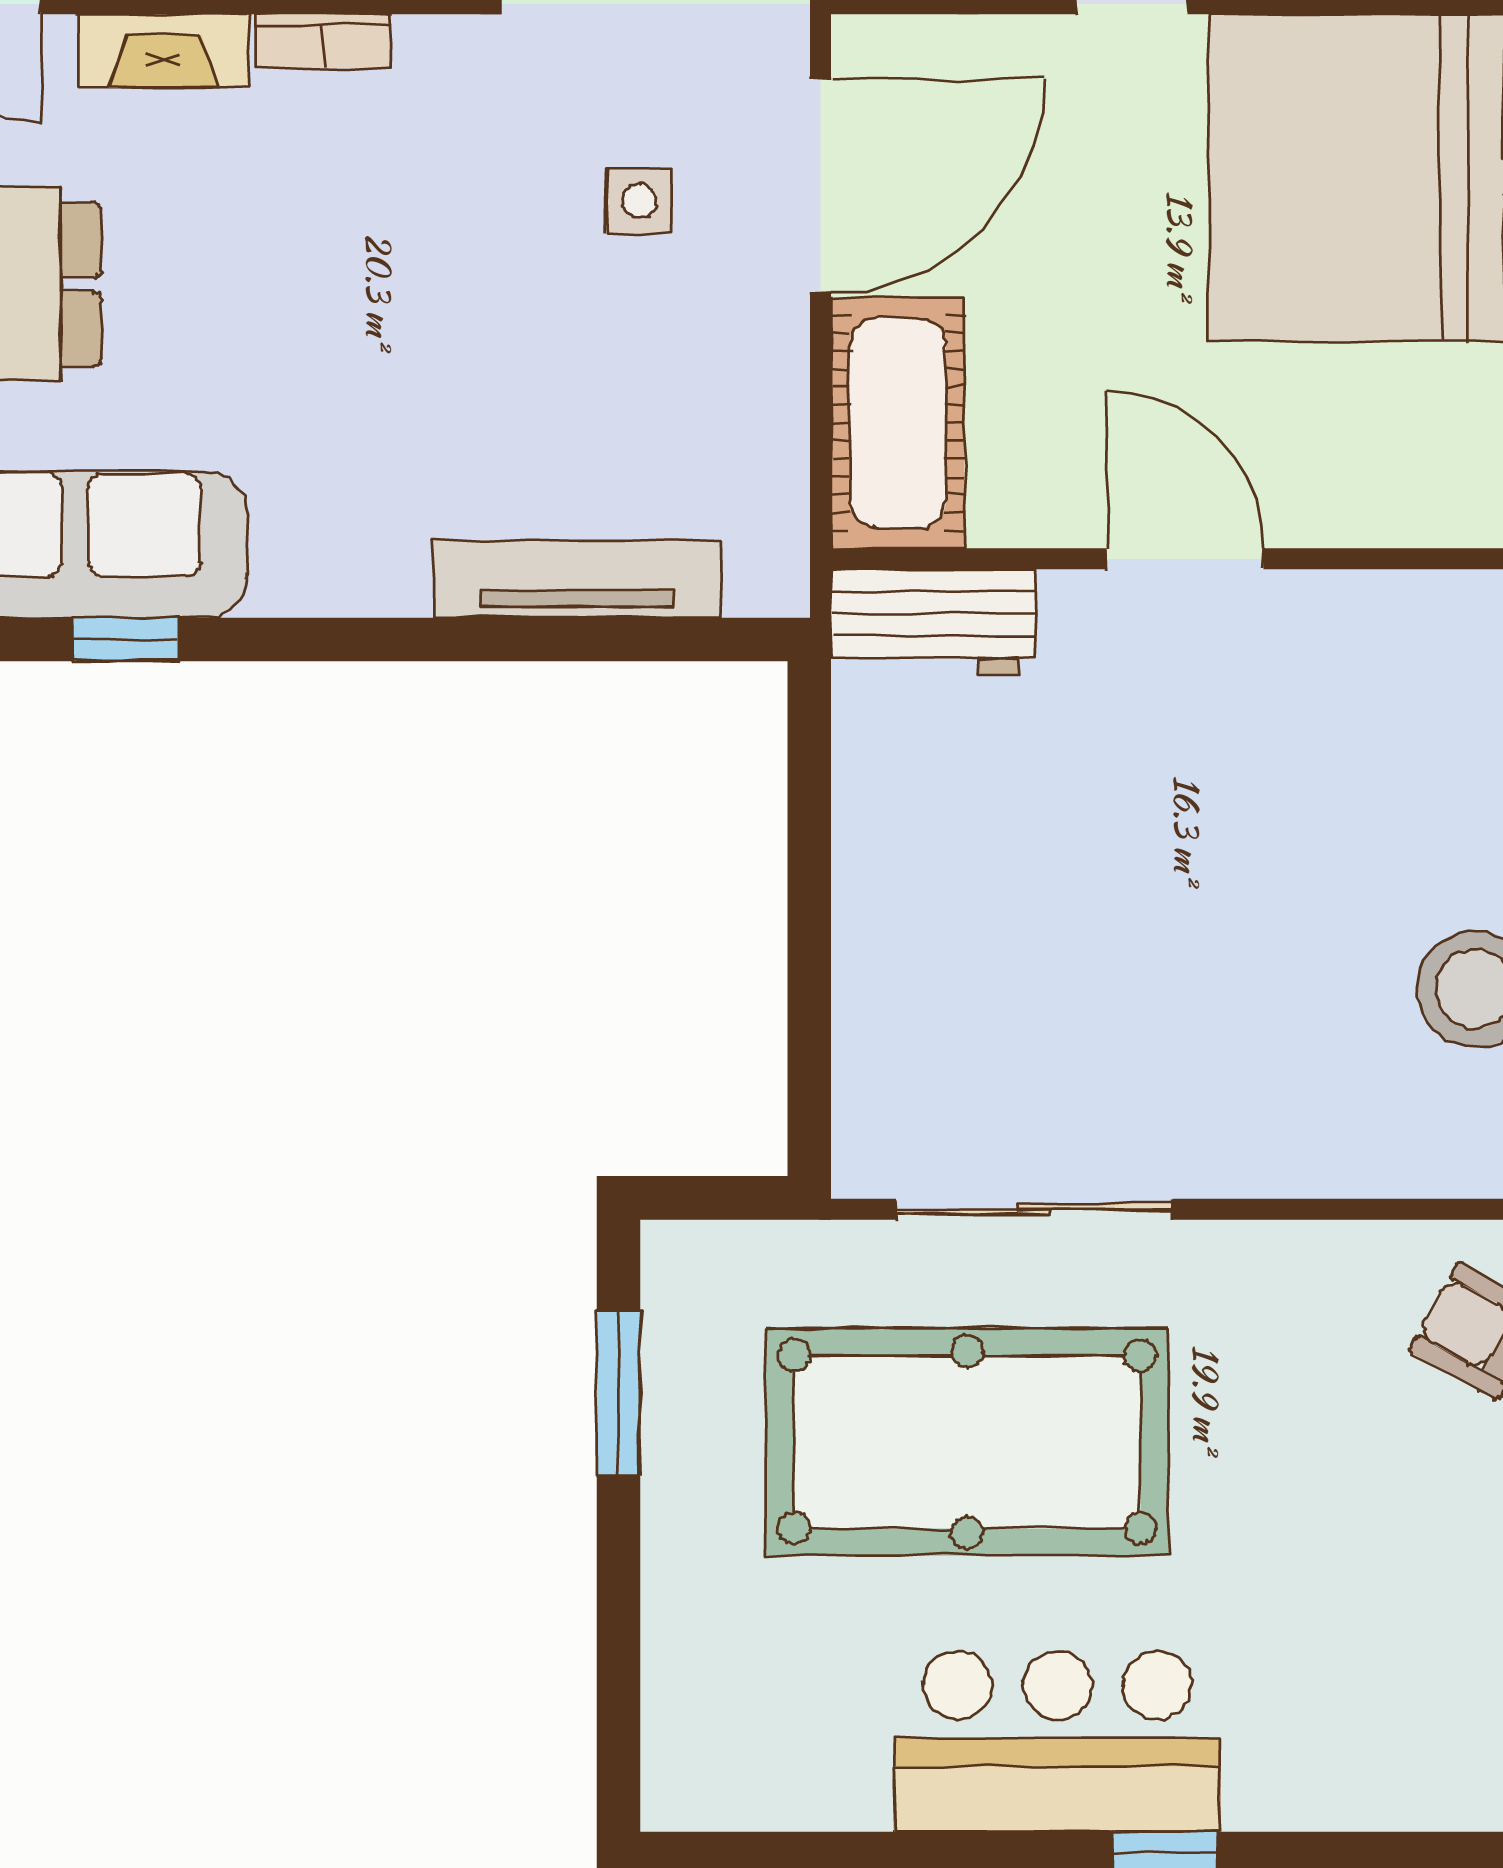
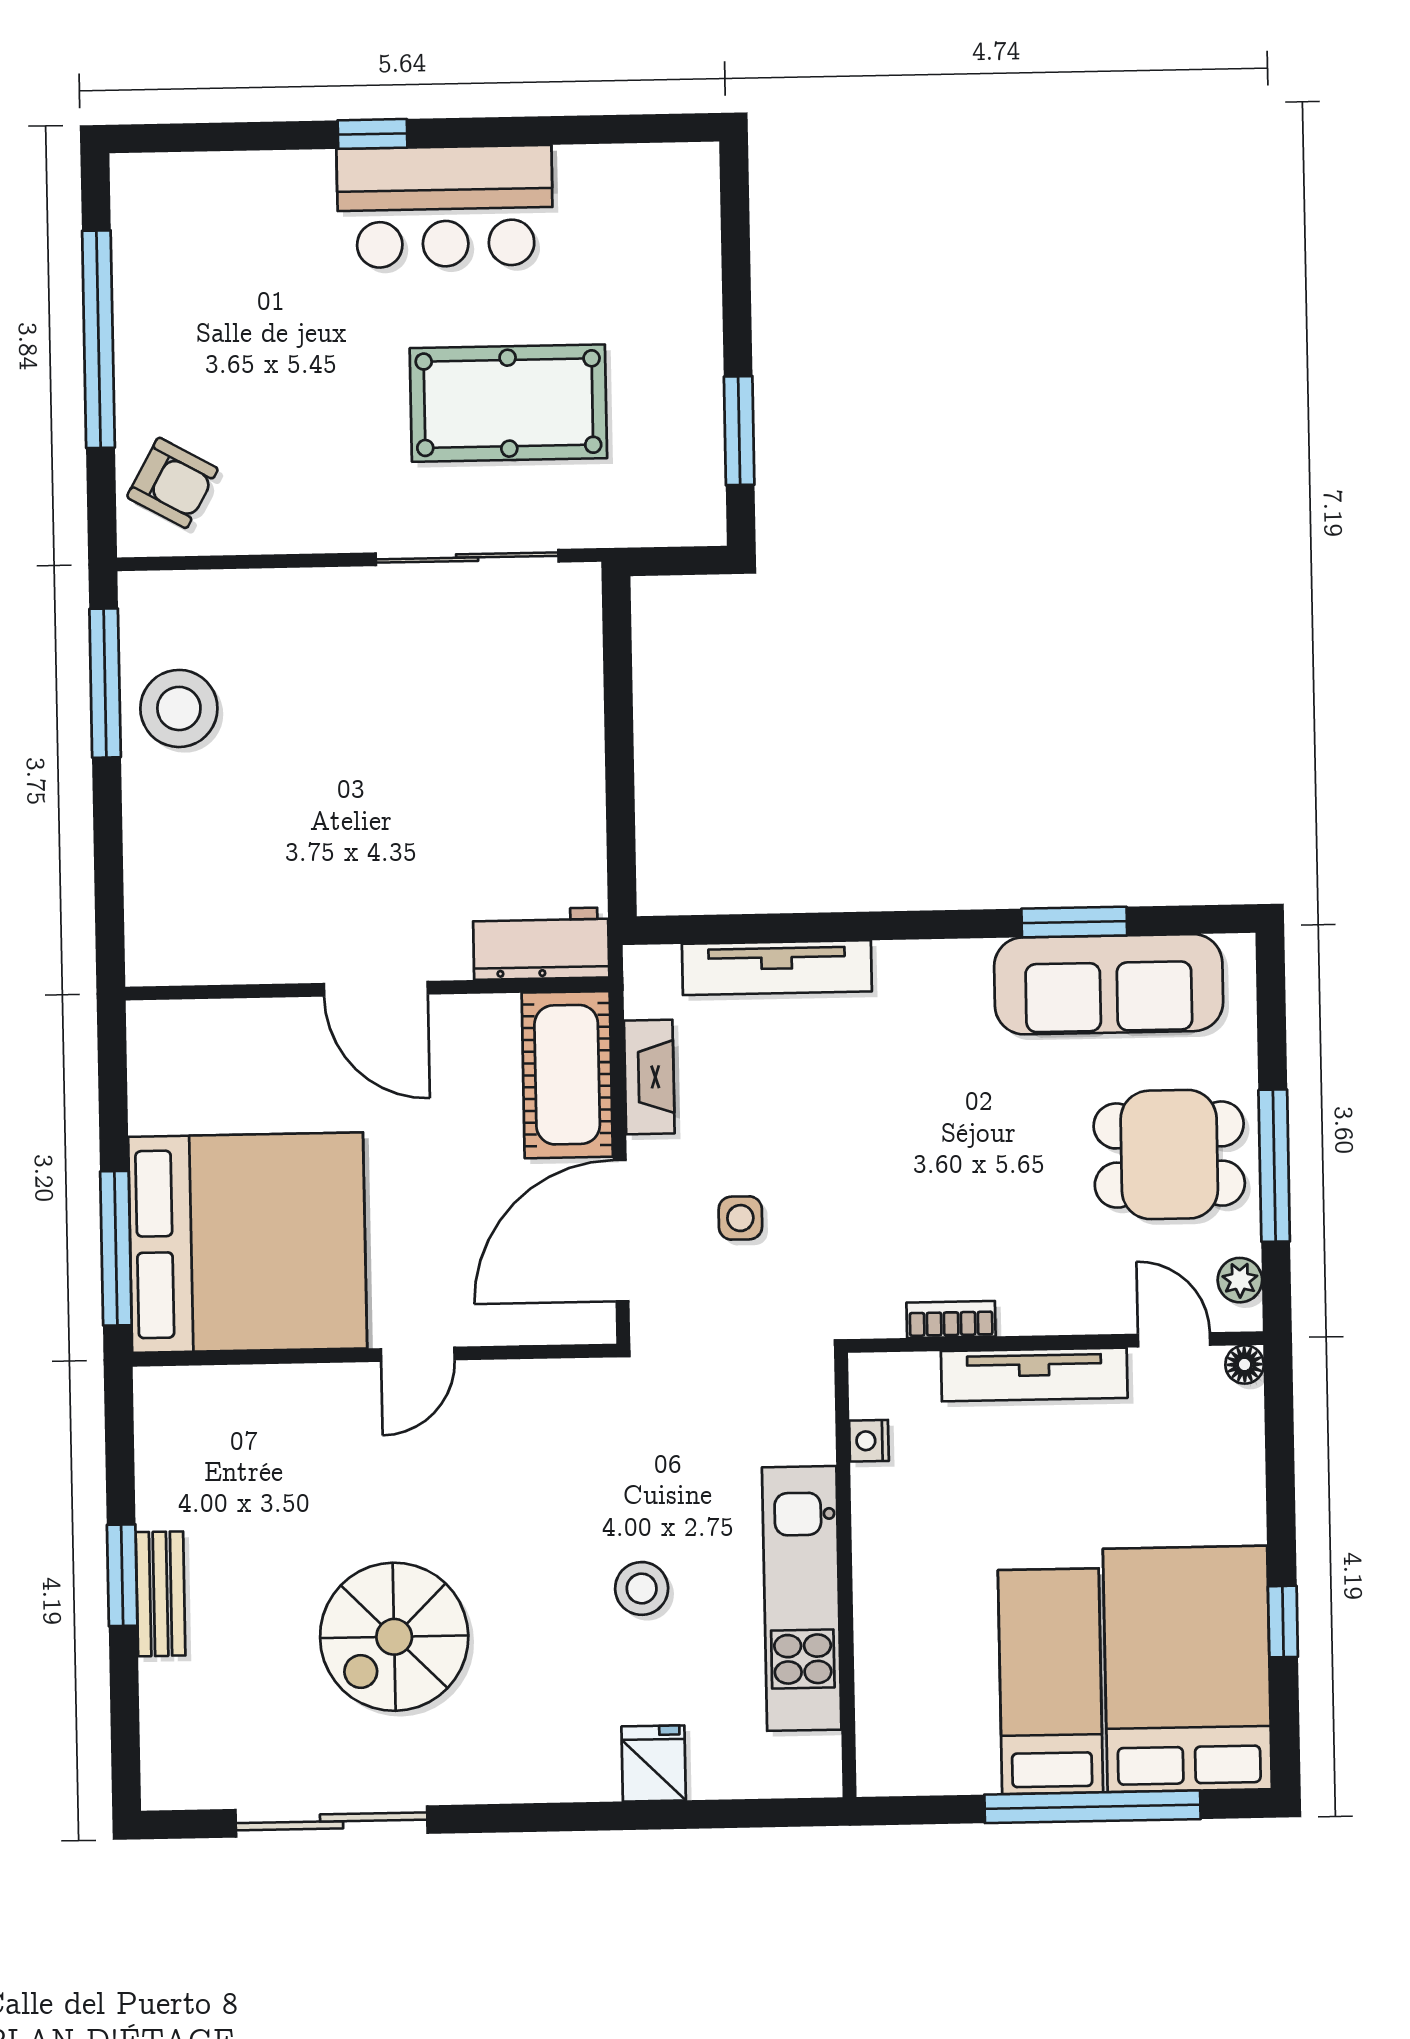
fireplace: (163, 51) -> (649, 1077), moved, turned 90
window: (125, 639) -> (1074, 922), width x1.50
pool table: (967, 1442) -> (508, 403), width x0.73, depth x0.76

